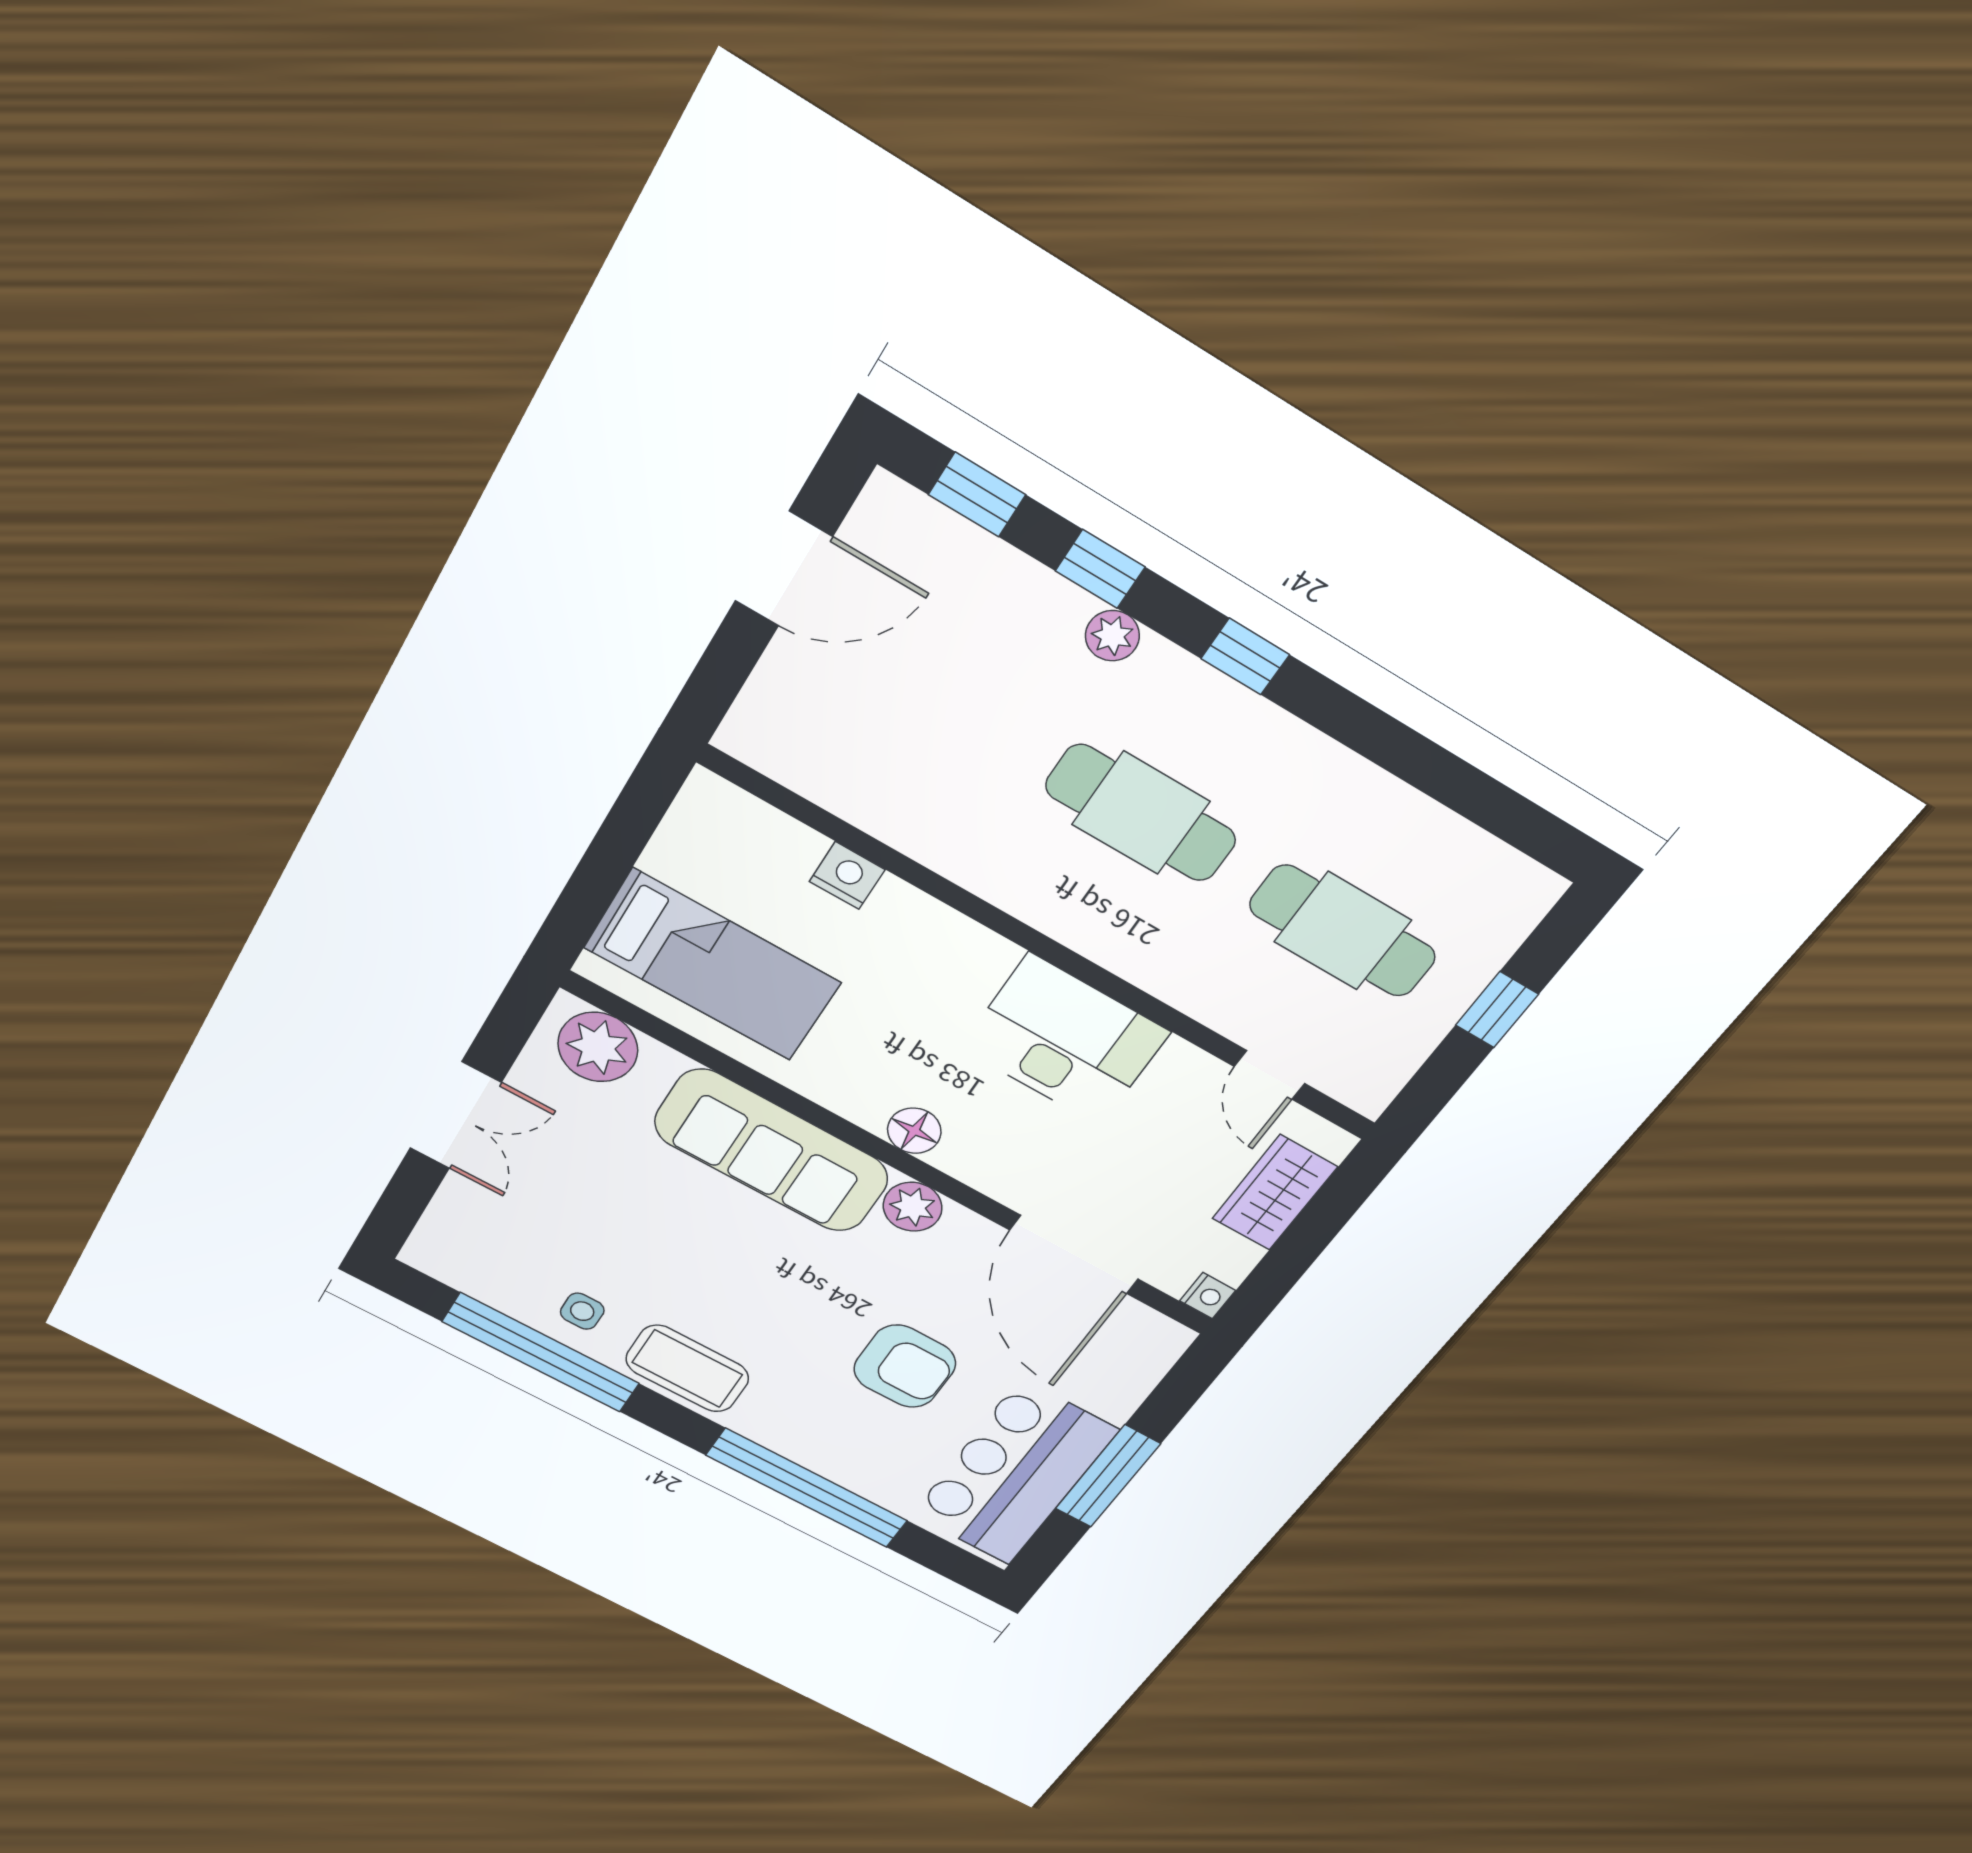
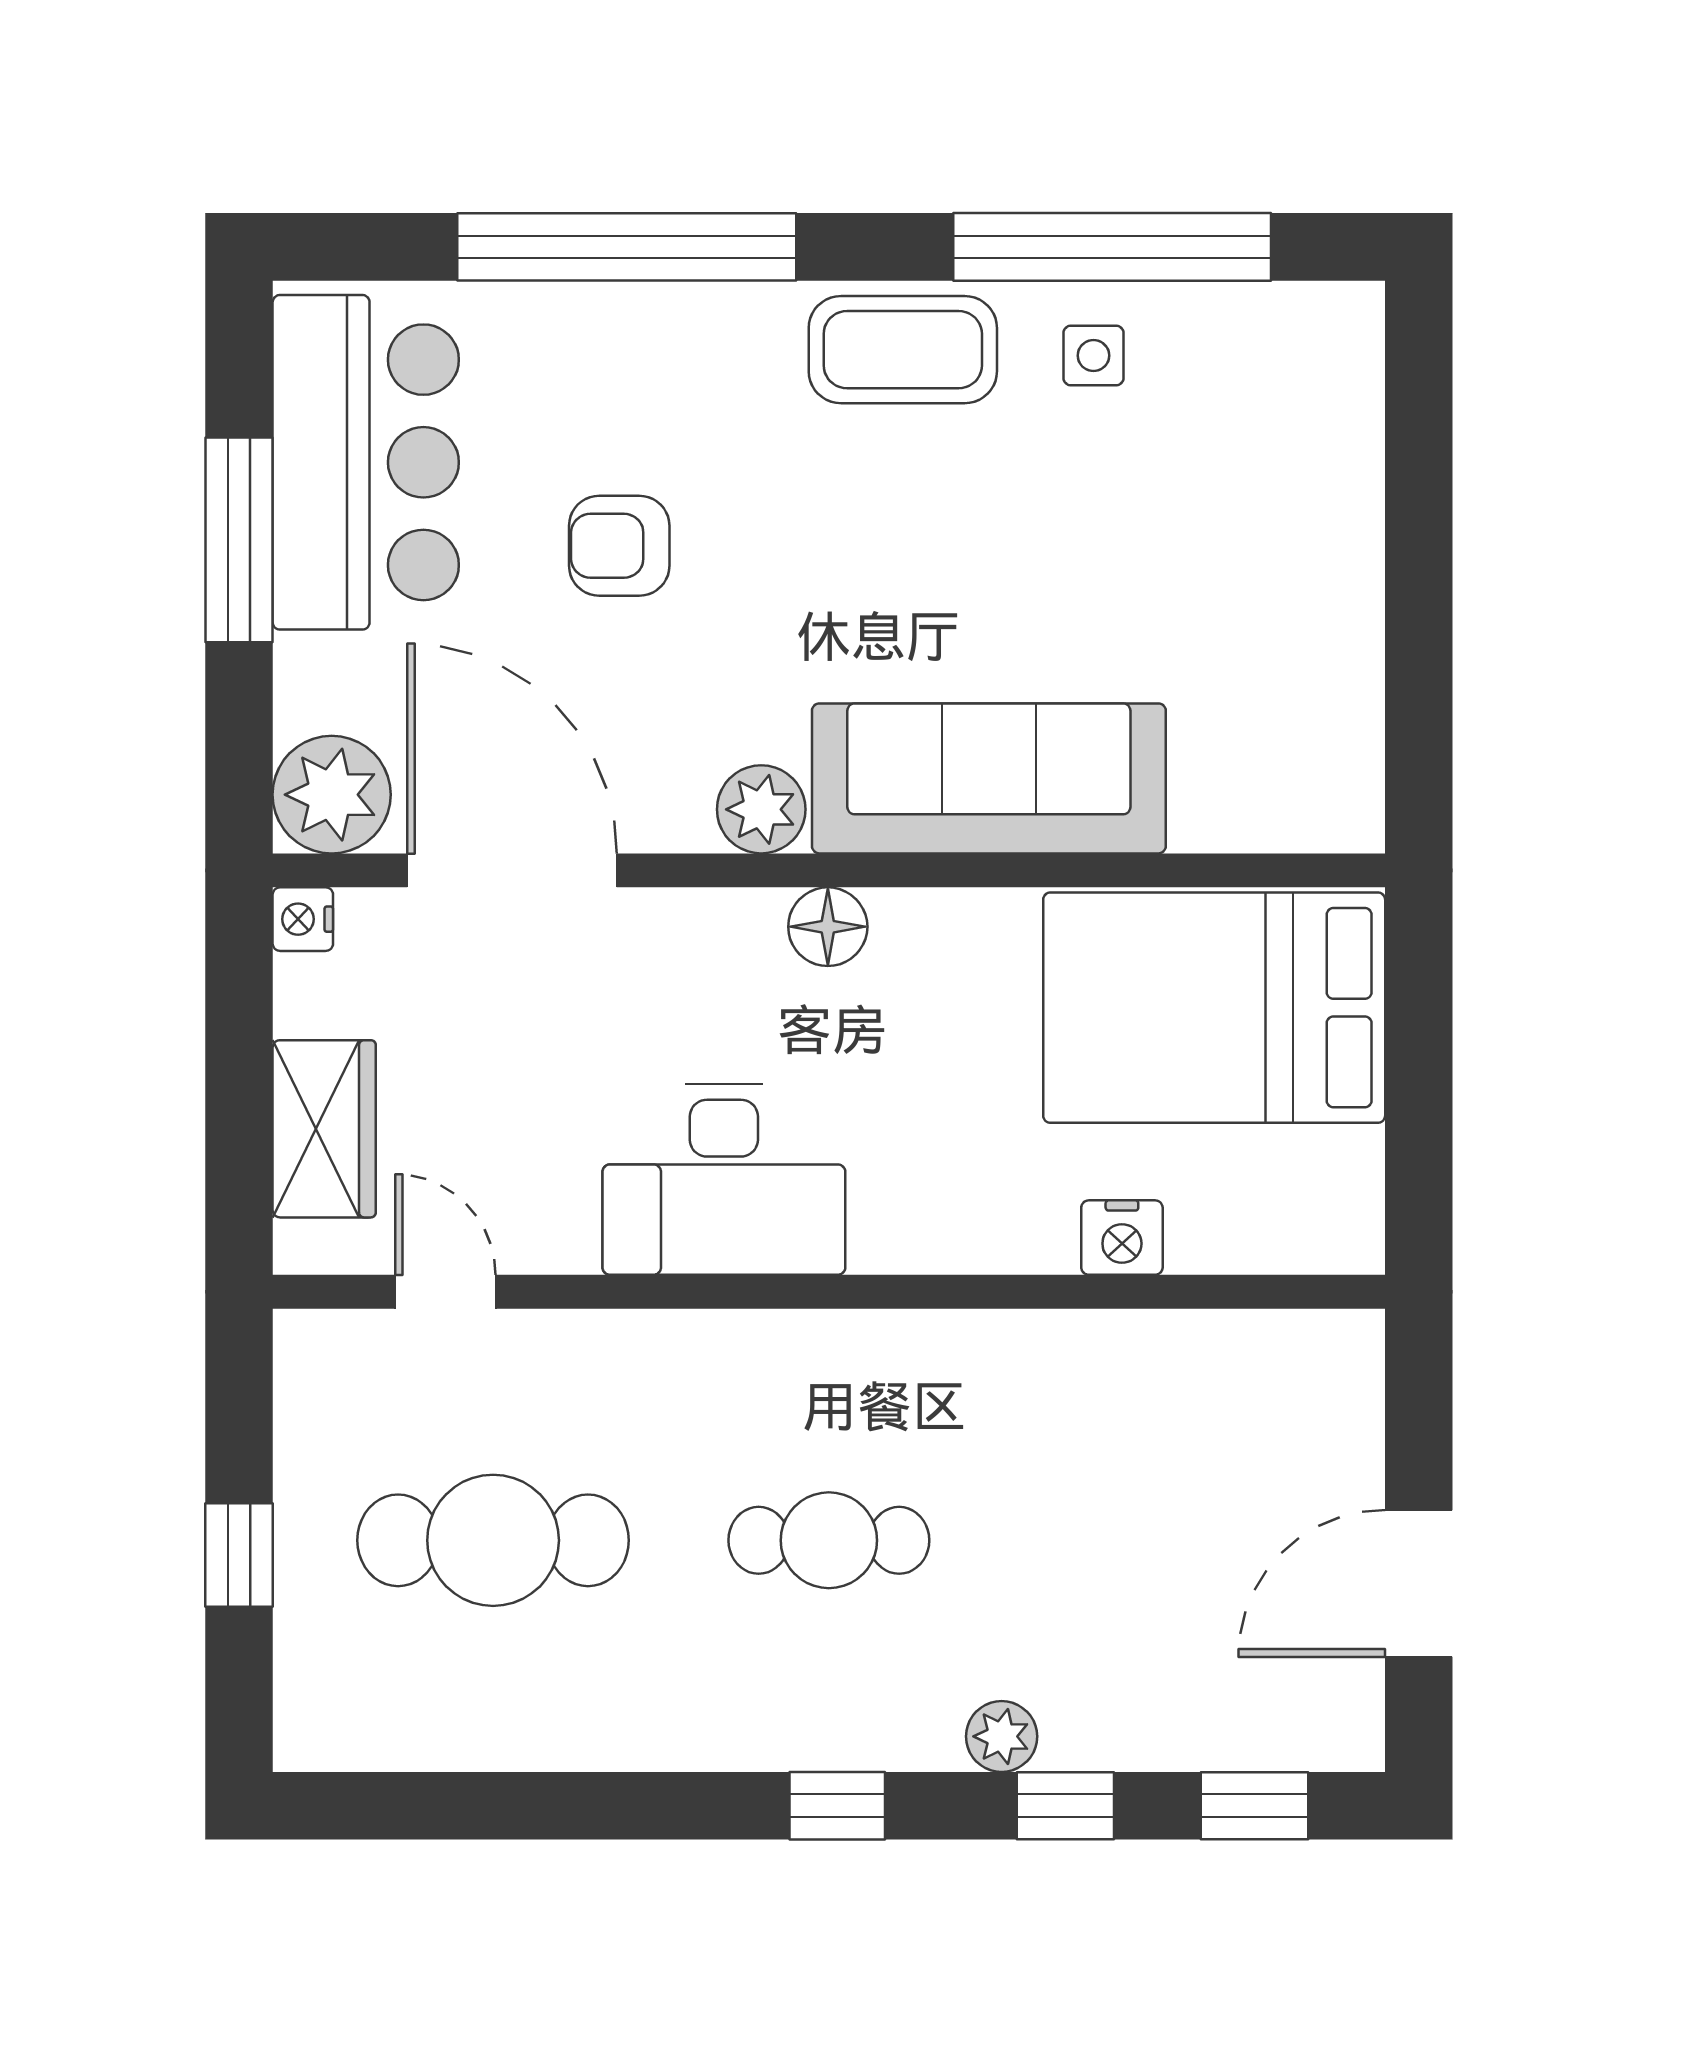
cafe table: (1141, 813) -> (829, 1540), width x0.73, depth x0.74
bed: (712, 965) -> (1214, 1008), width x1.50
plant: (598, 1047) -> (332, 795), moved
double door: (455, 1115) -> (1419, 570), removed
armchair: (905, 1366) -> (619, 546), width x0.72, depth x0.72

